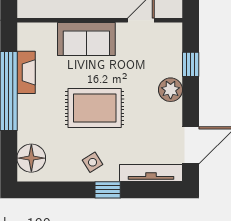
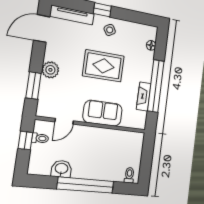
window: (191, 64) -> (33, 86), width x1.50
floor lamp: (31, 158) -> (151, 45), width x0.53, depth x0.53

